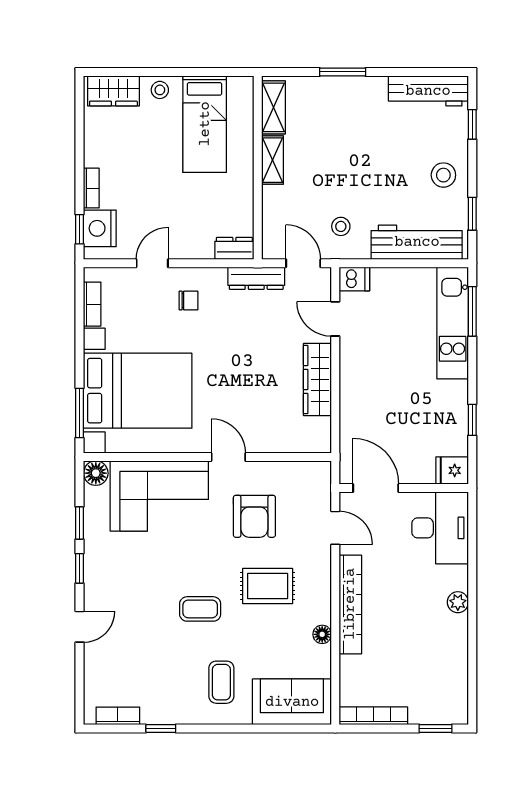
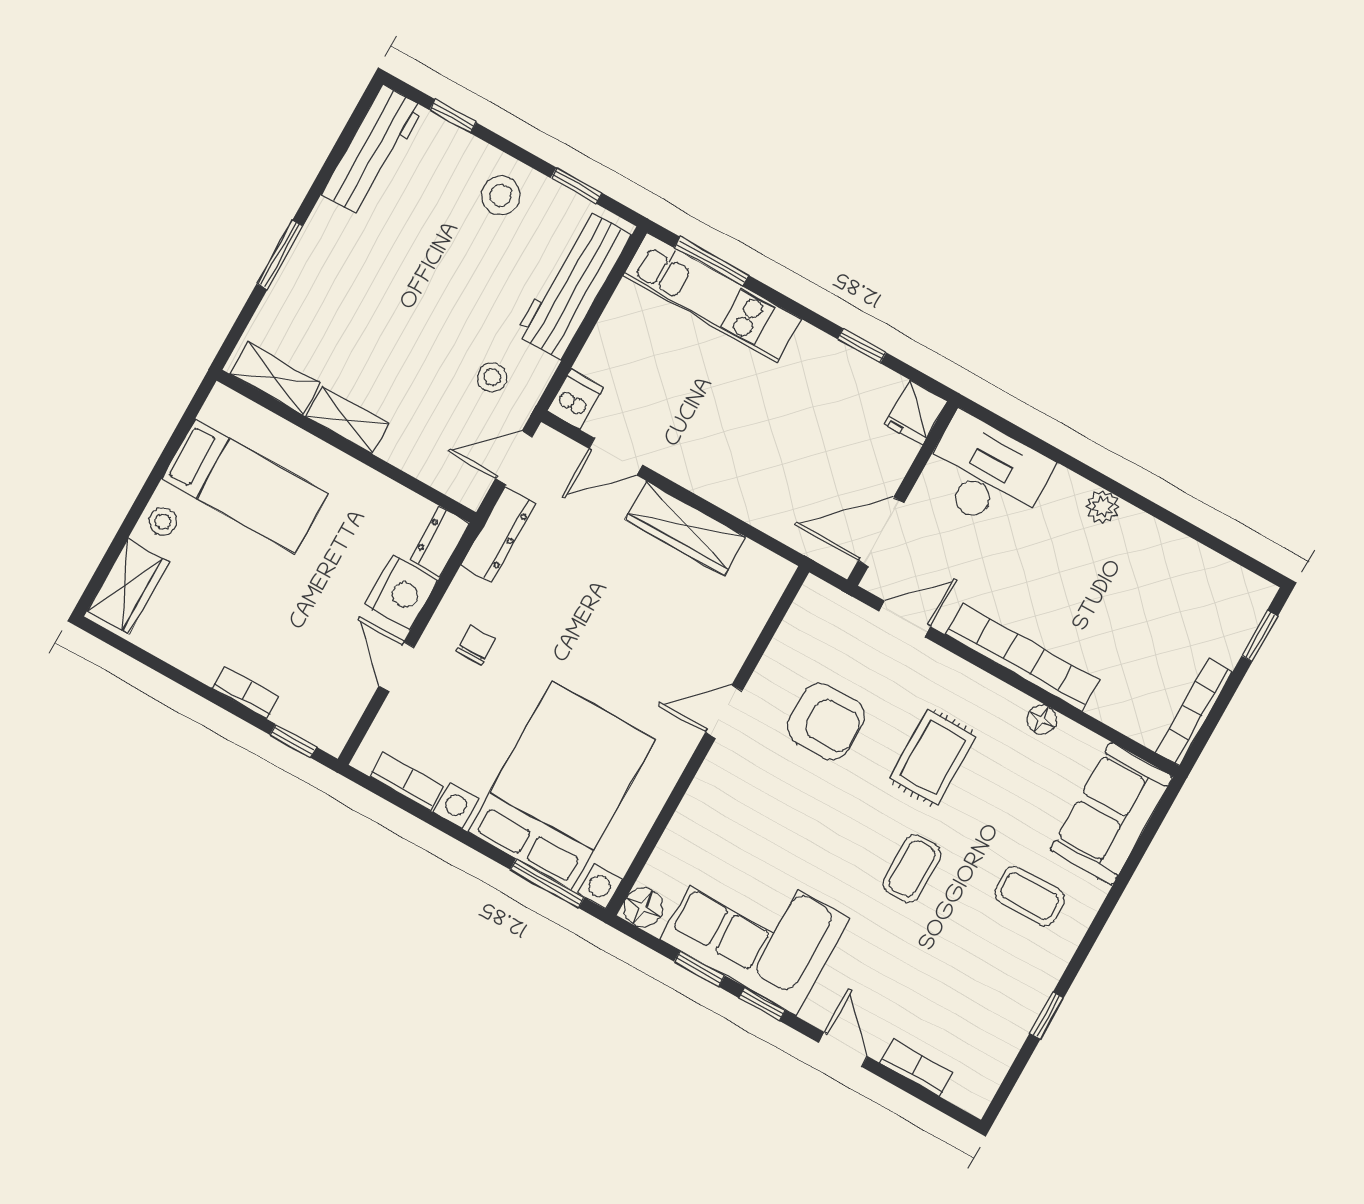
nightstand: (100, 228) -> (401, 592), moved, turned -90
corner sofa: (159, 496) -> (755, 929), moved, turned -90
bookcase: (118, 716) -> (916, 1068), moved, turned 90

